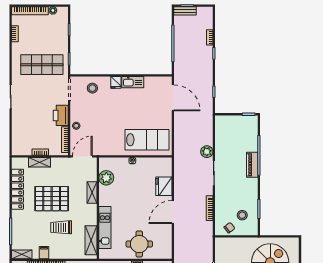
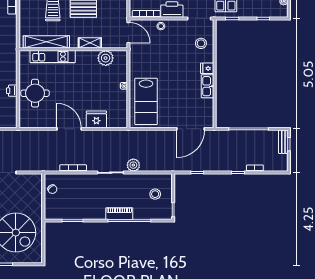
stool: (242, 215) -> (155, 194), moved
shelving: (91, 240) -> (46, 42), width x1.47

